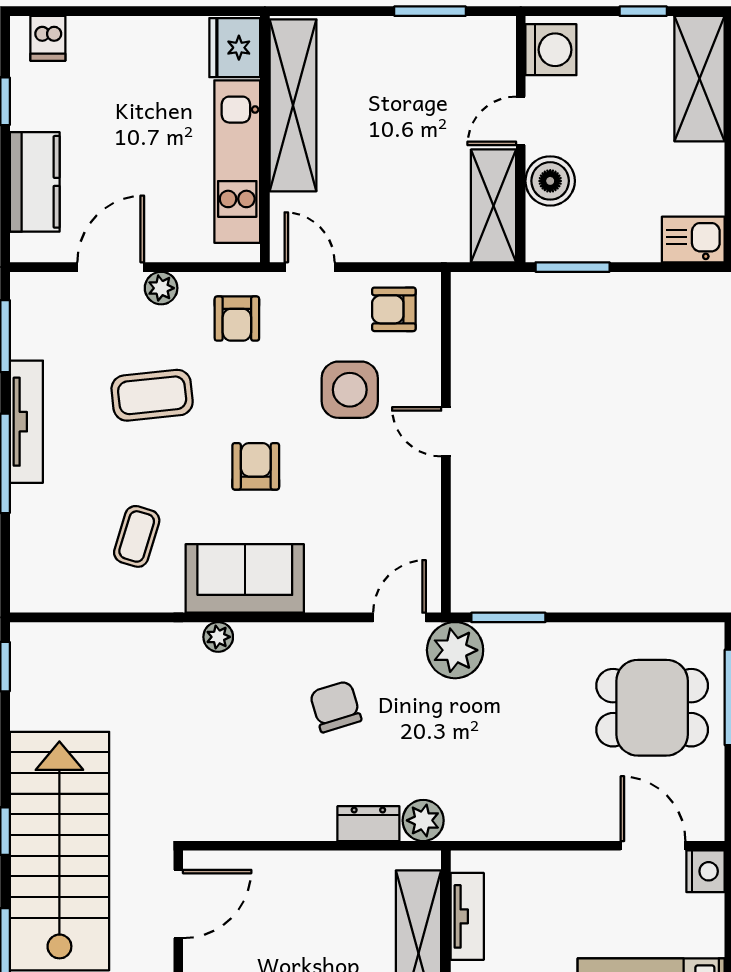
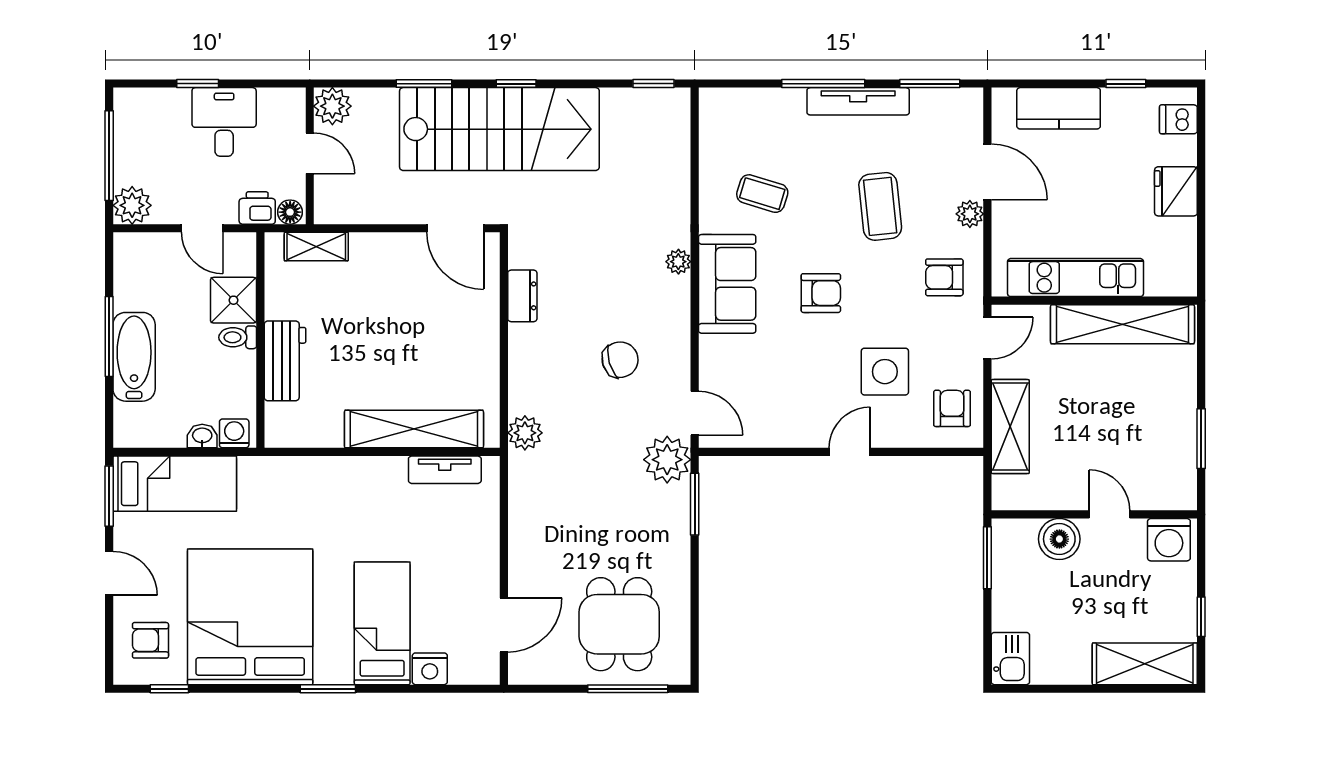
fridge: (235, 48) -> (1176, 191), moved, turned -90
shelving: (493, 206) -> (1010, 427), moved, turned 90
dresser: (368, 824) -> (522, 296), moved
nightstand: (706, 871) -> (430, 669), moved

